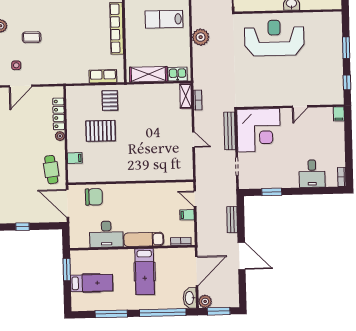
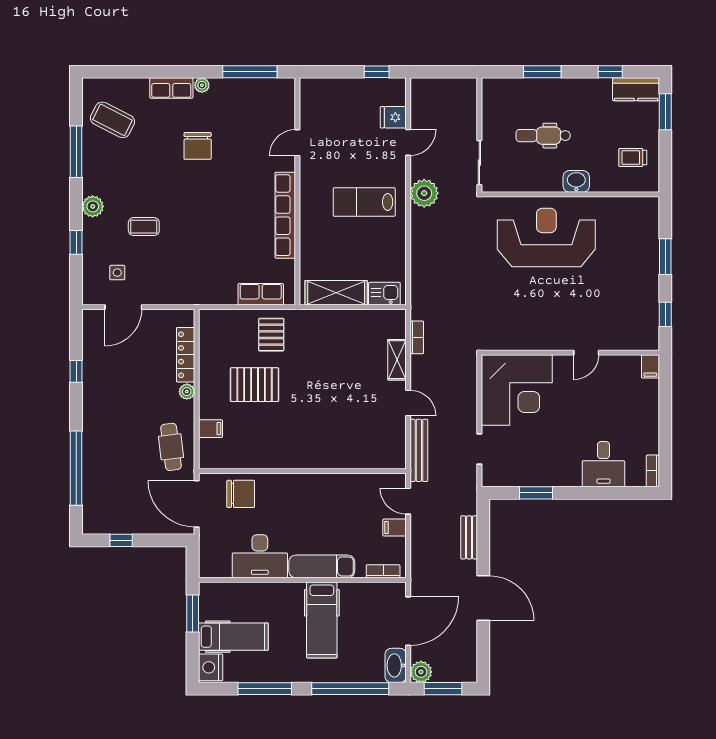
plant: (201, 37) -> (424, 193), moved
shelving: (186, 96) -> (397, 360), moved
bench: (230, 131) -> (419, 450), moved
nightstand: (78, 302) -> (211, 667), added

